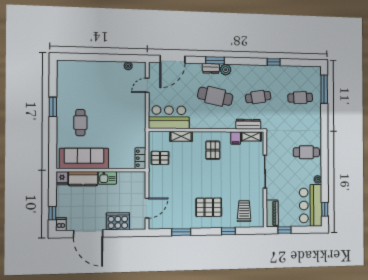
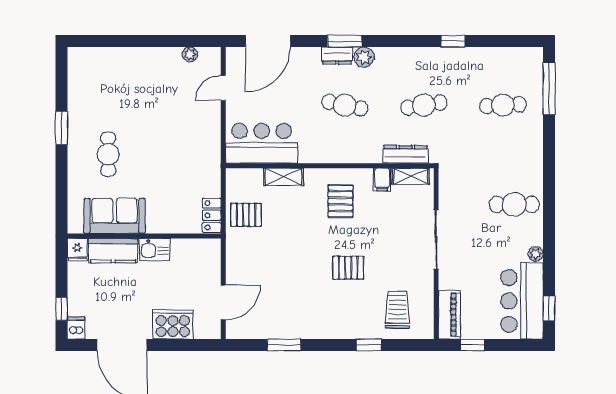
cafe table: (215, 96) -> (345, 105), width x0.73, depth x0.74
sofa: (84, 158) -> (115, 216), width x0.73
pallet: (209, 207) -> (348, 268), moved, width x0.67, depth x0.71

